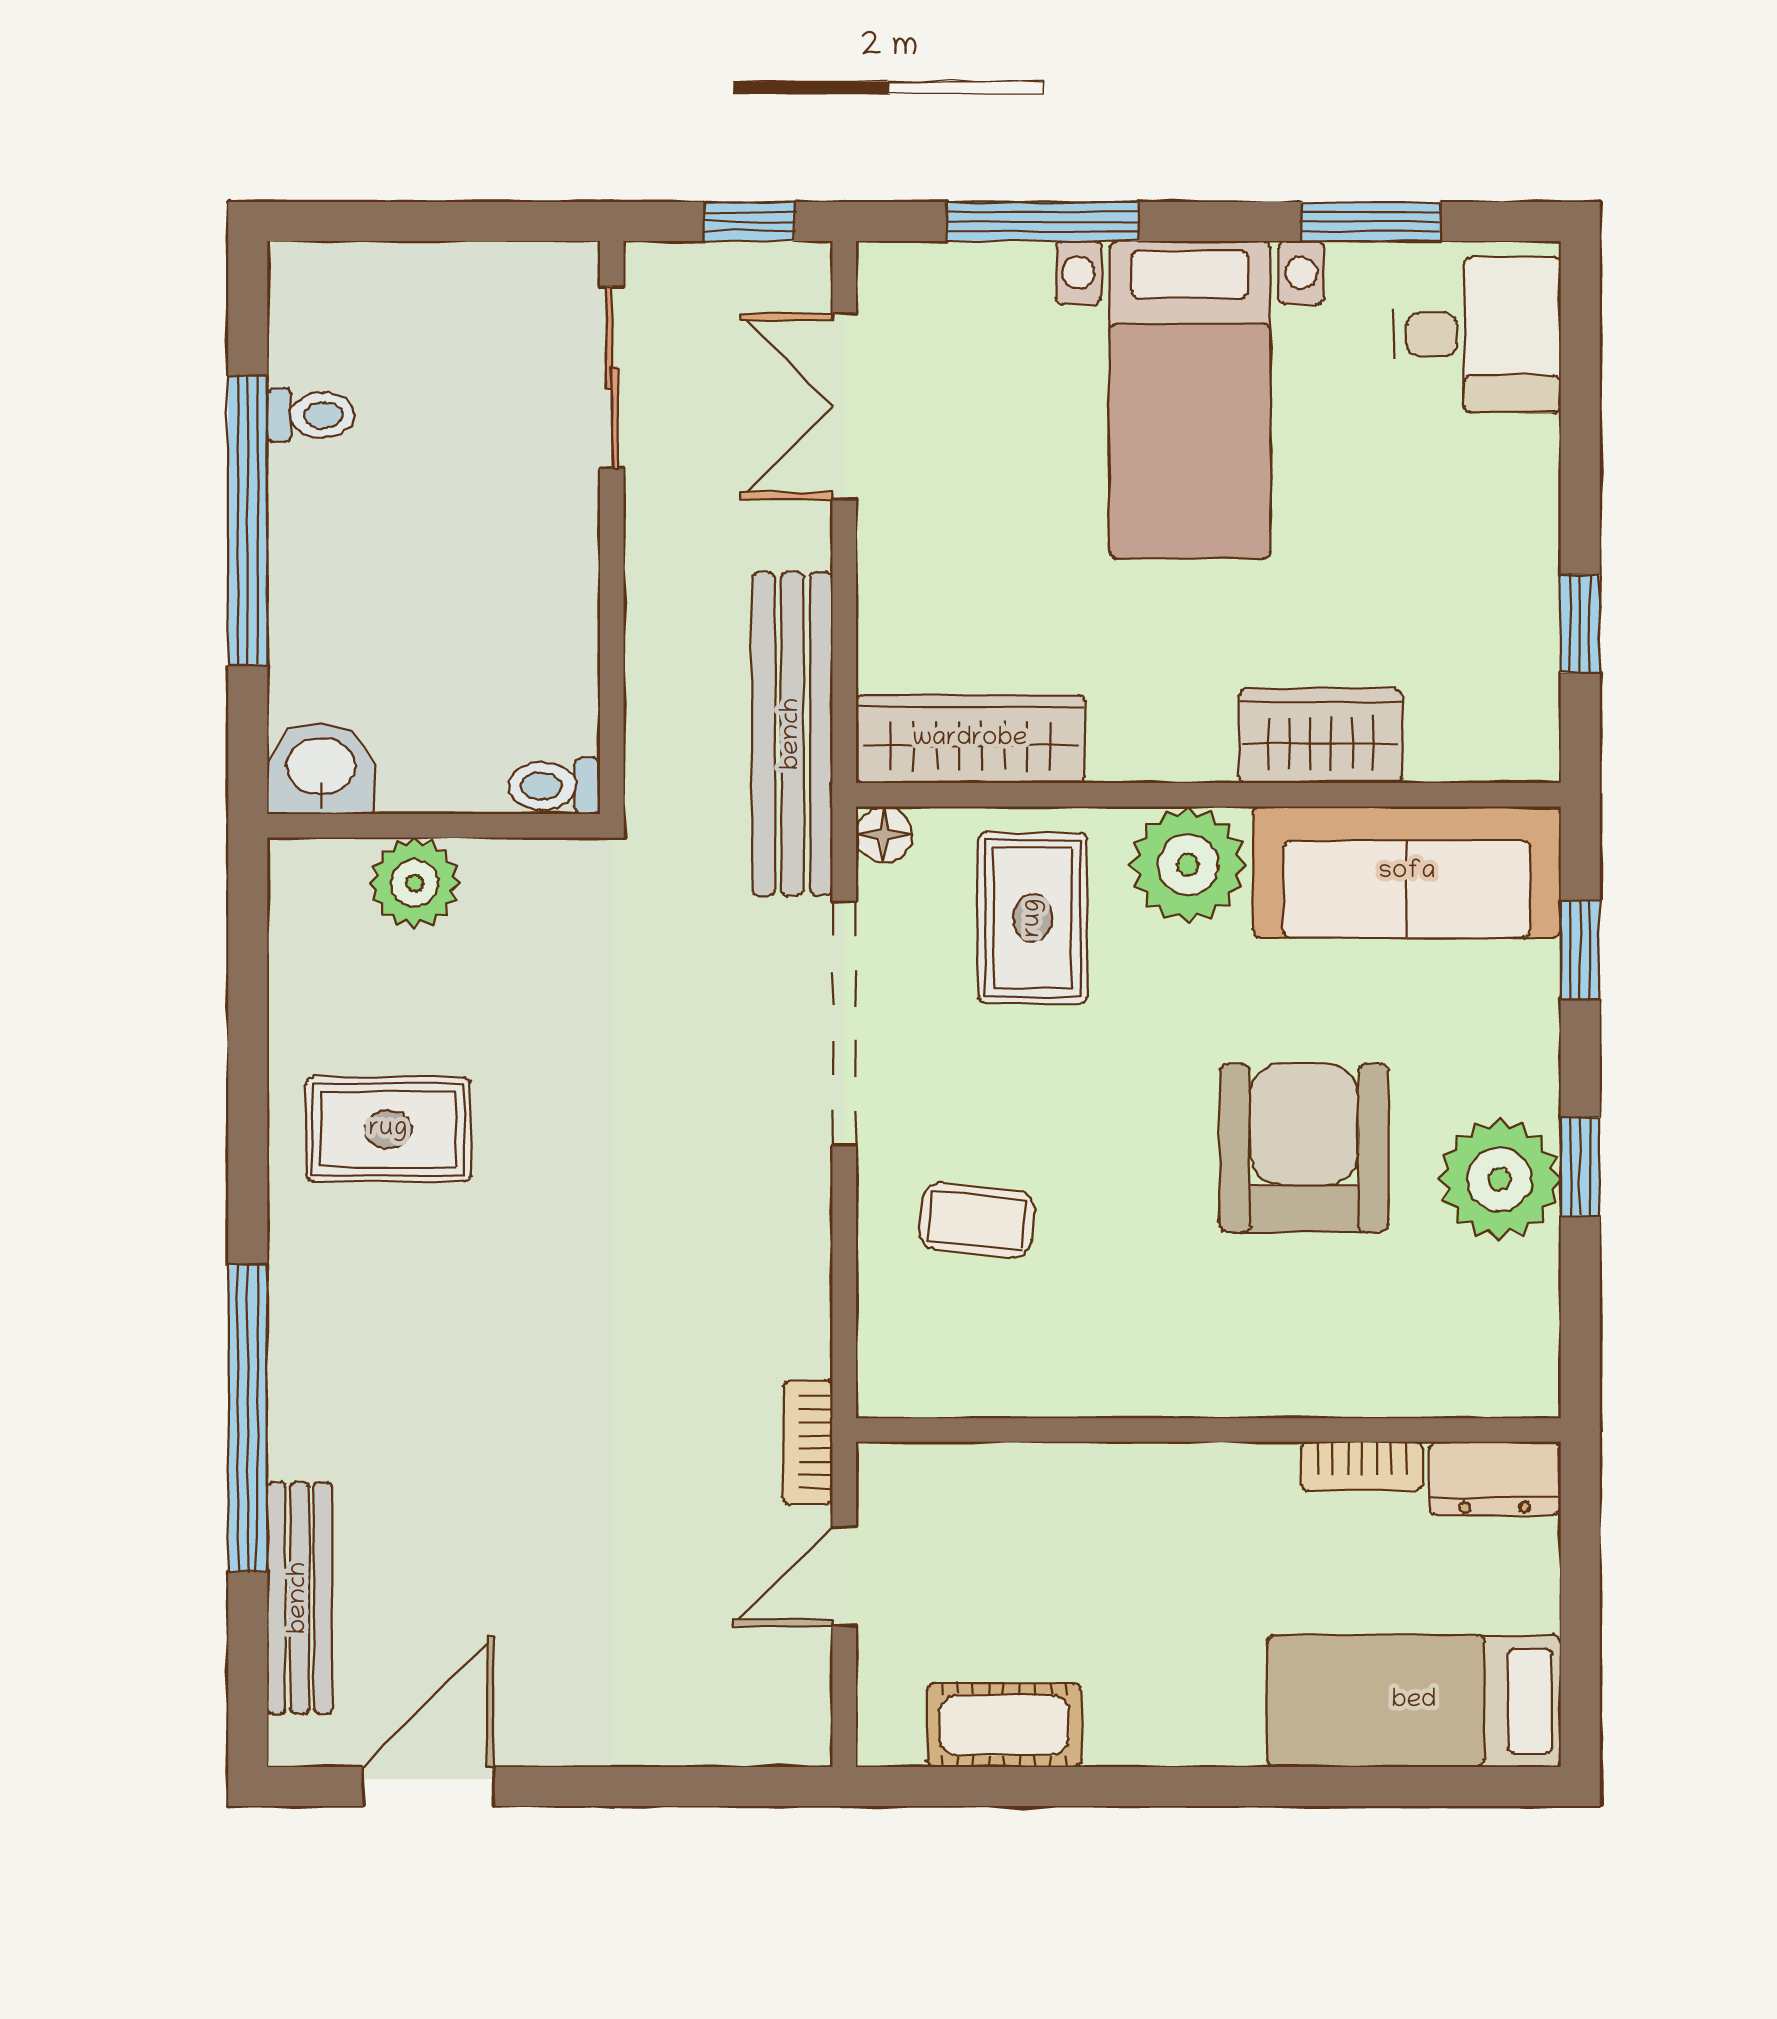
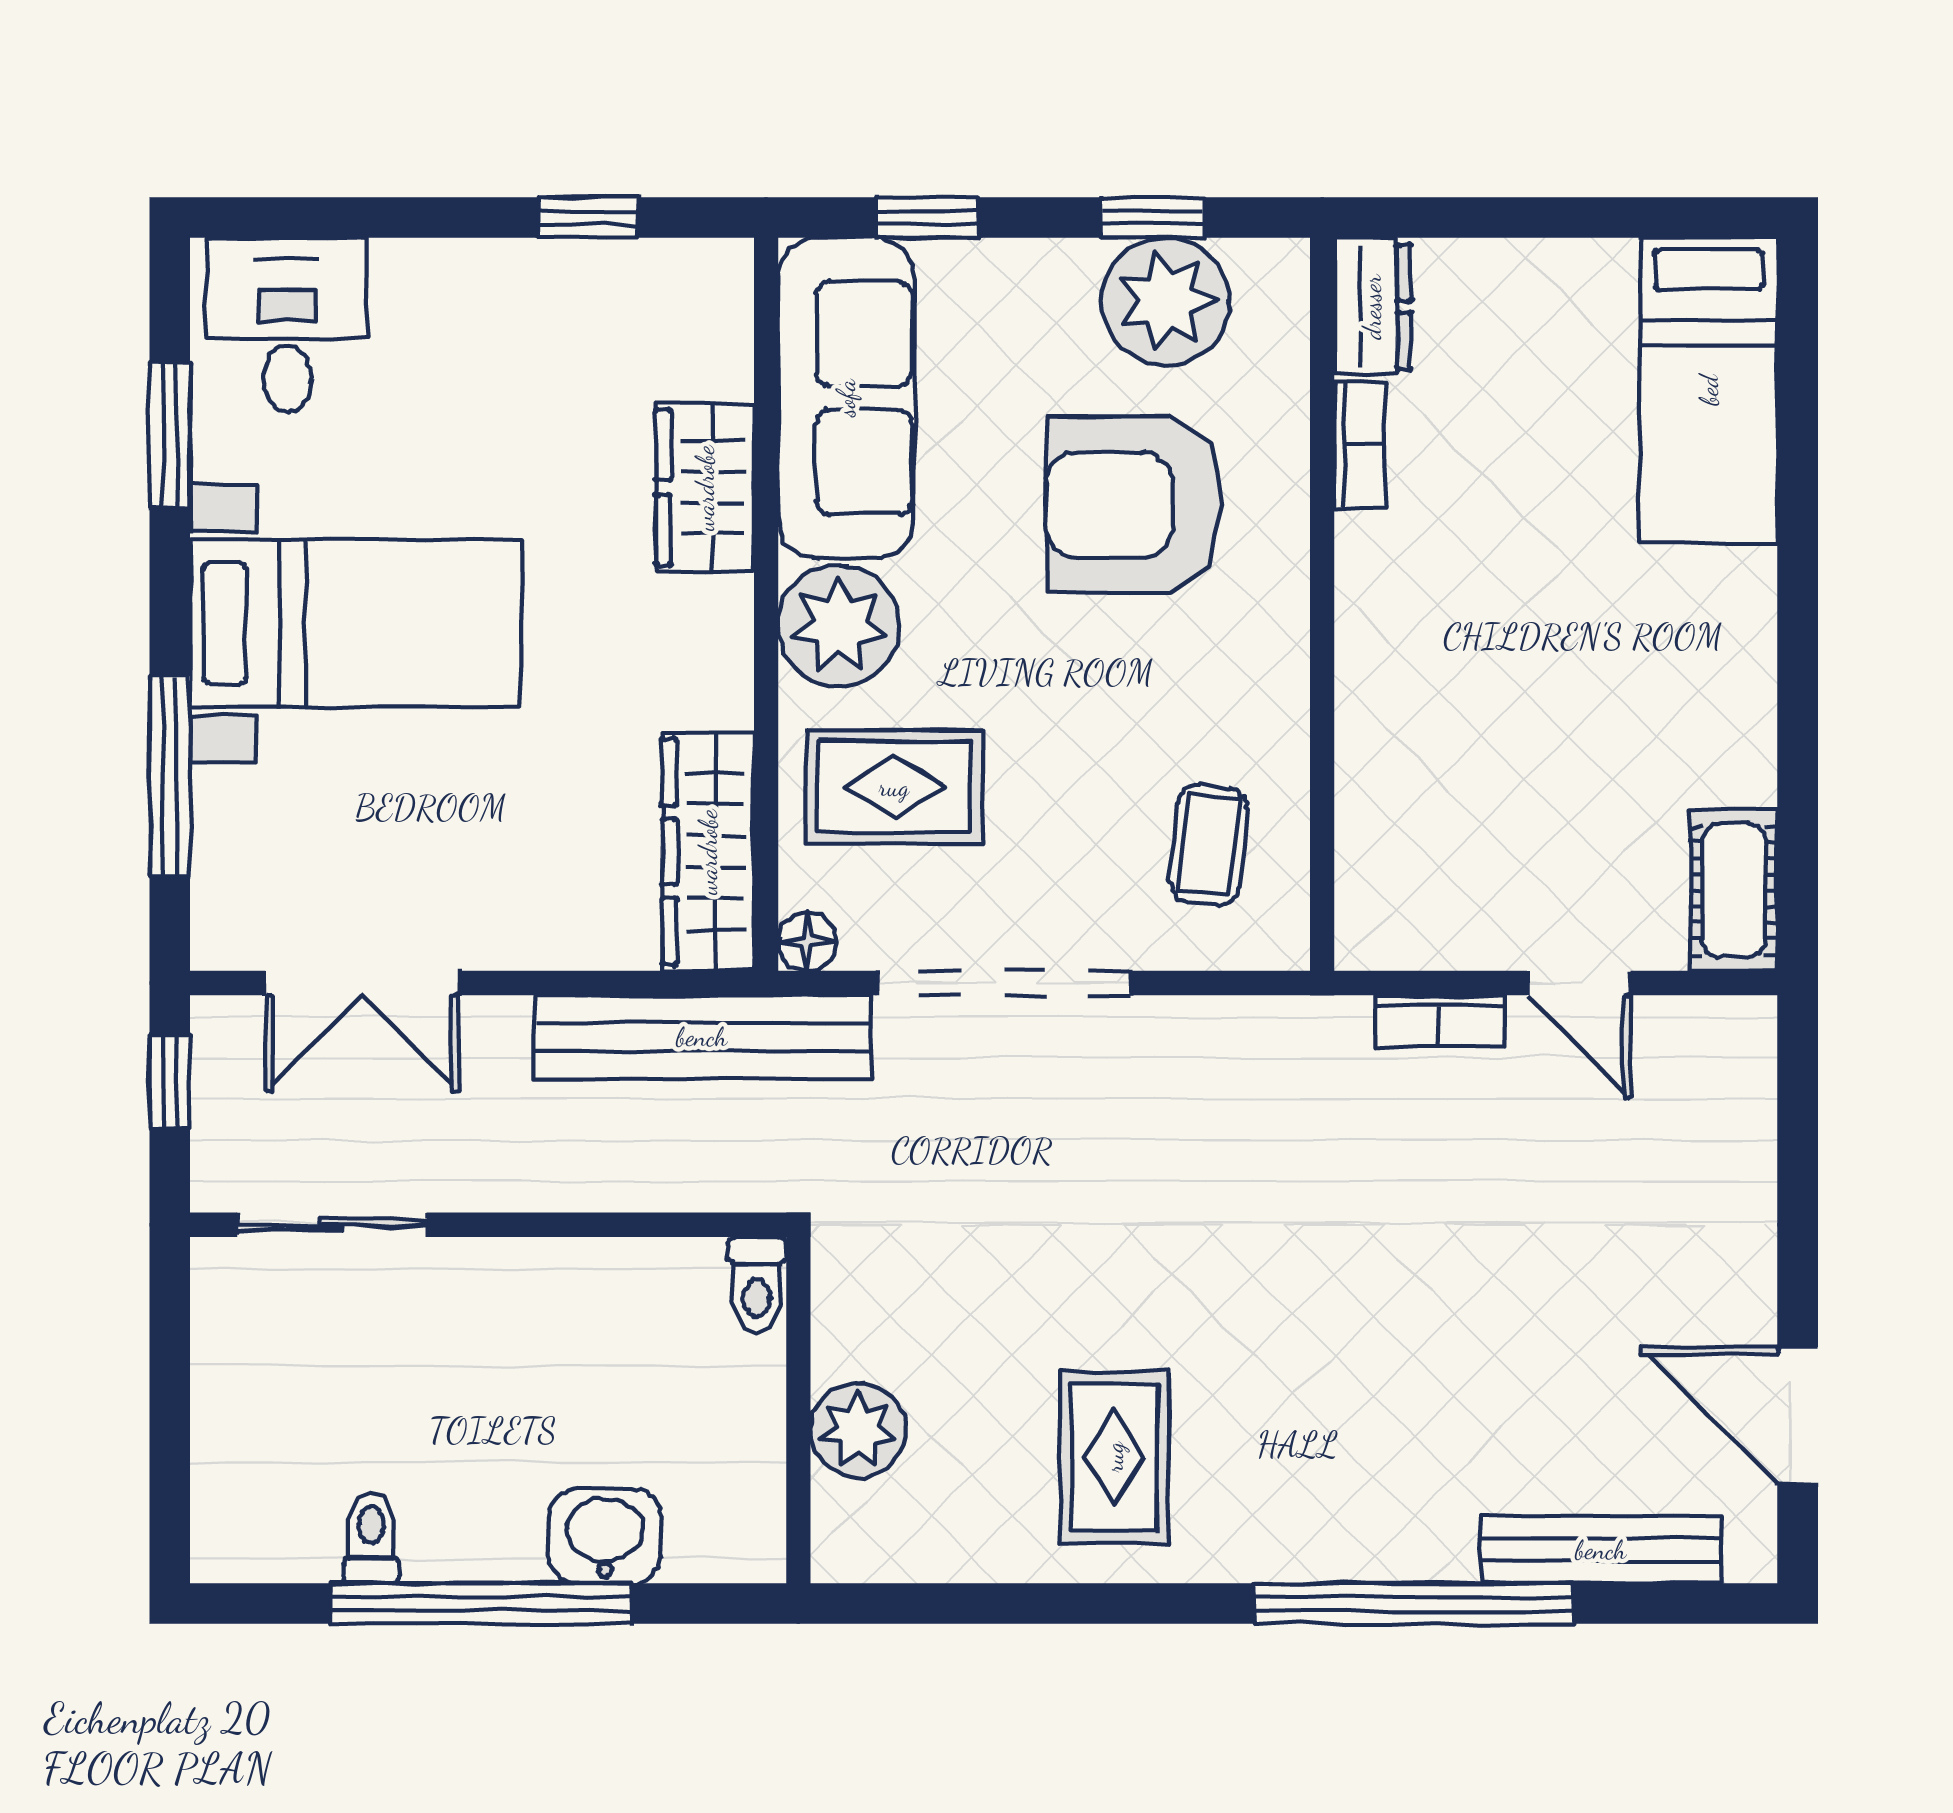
washbasin: (321, 769) -> (605, 1536), moved, turned 90
wall: (1208, 1430) -> (1322, 604), moved
bookcase: (1362, 1466) -> (1360, 445), moved
dresser: (1494, 1478) -> (1372, 307), moved
cot: (1004, 1725) -> (1734, 891), moved

